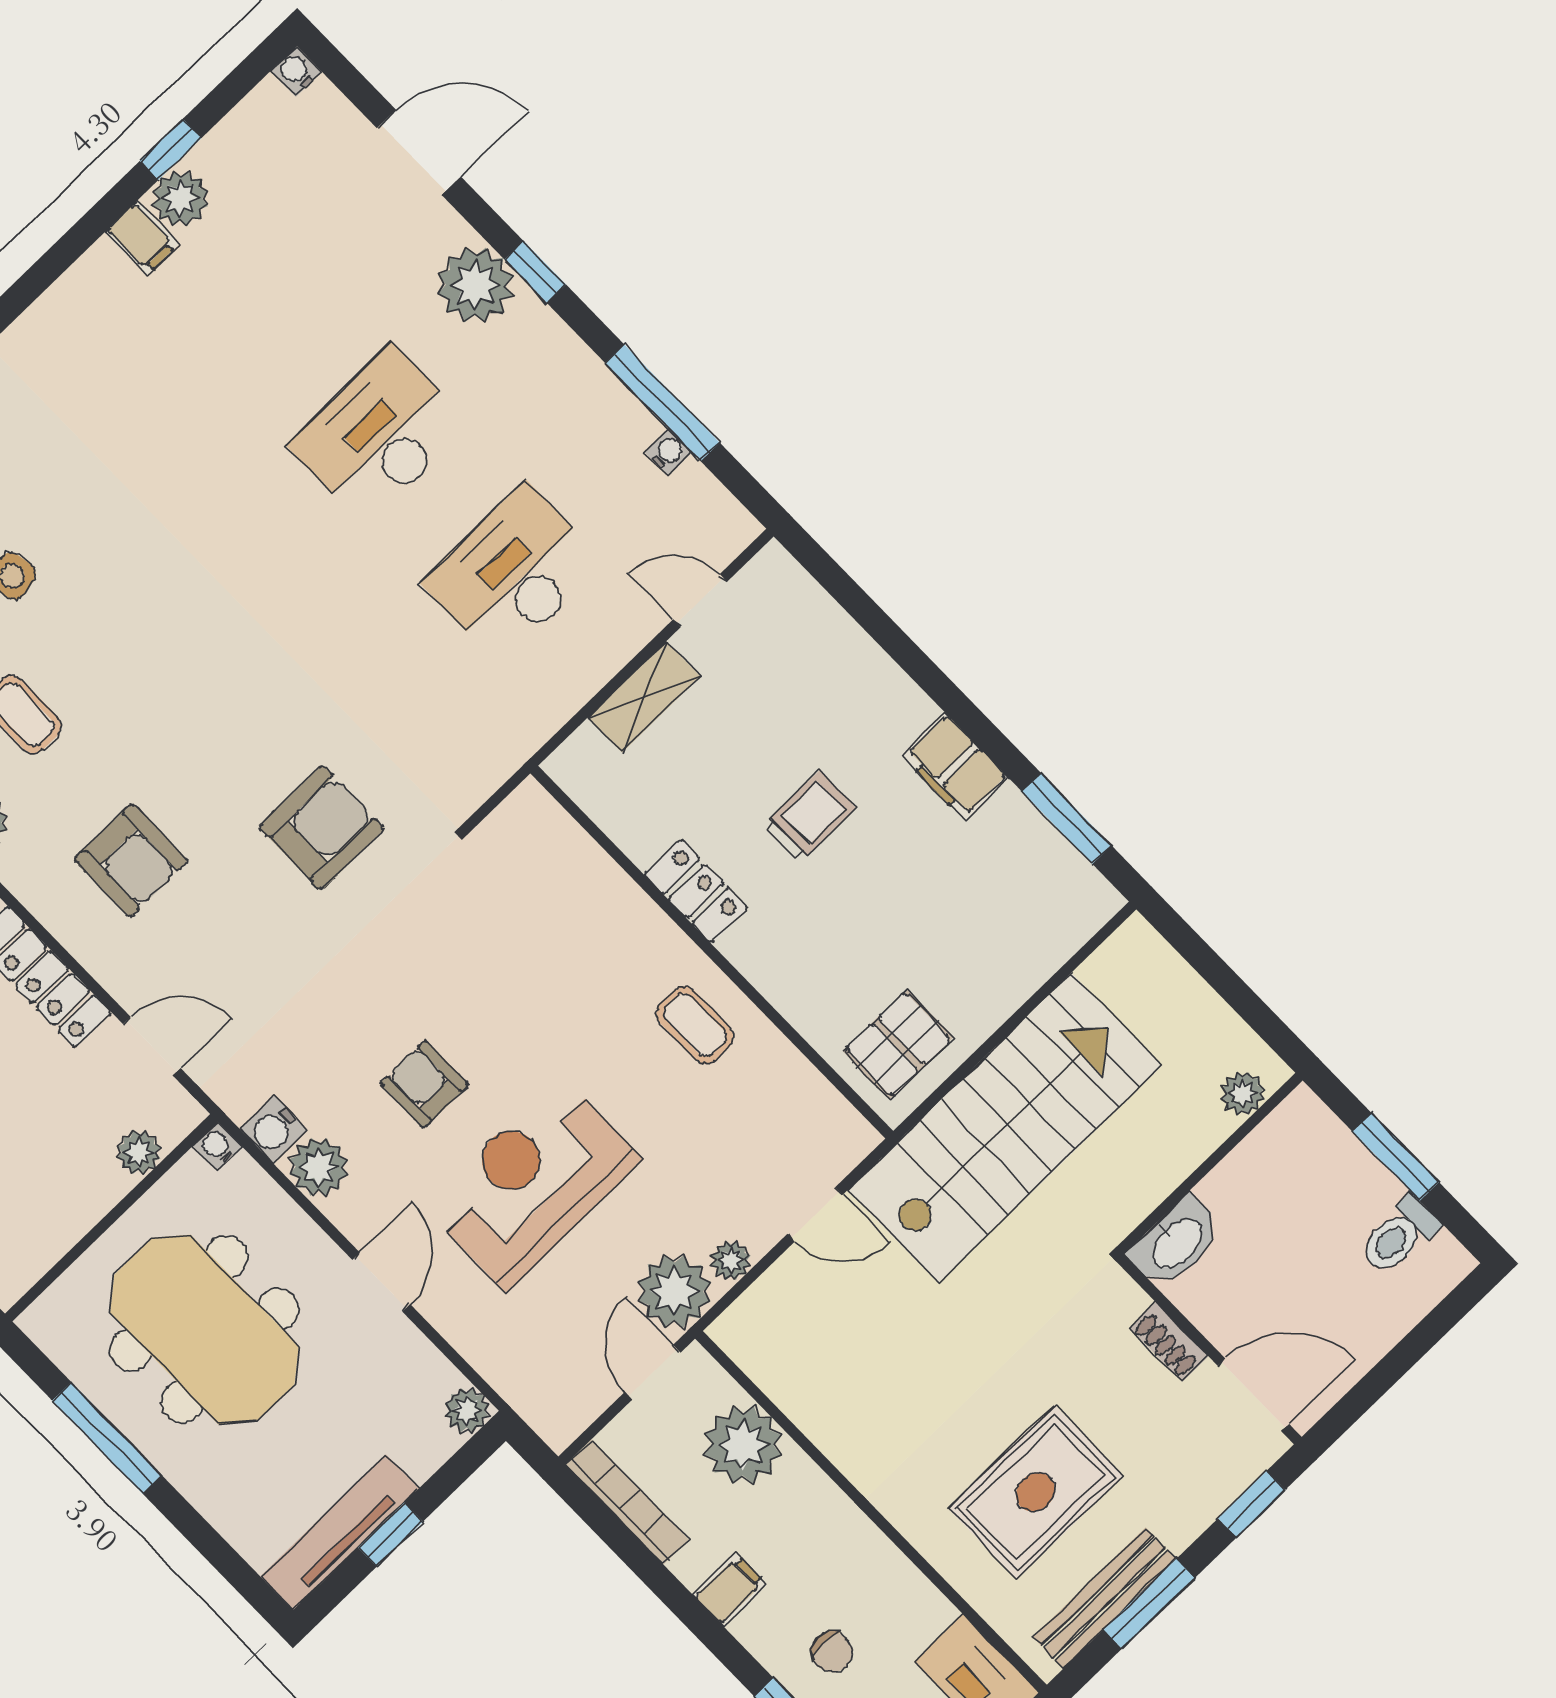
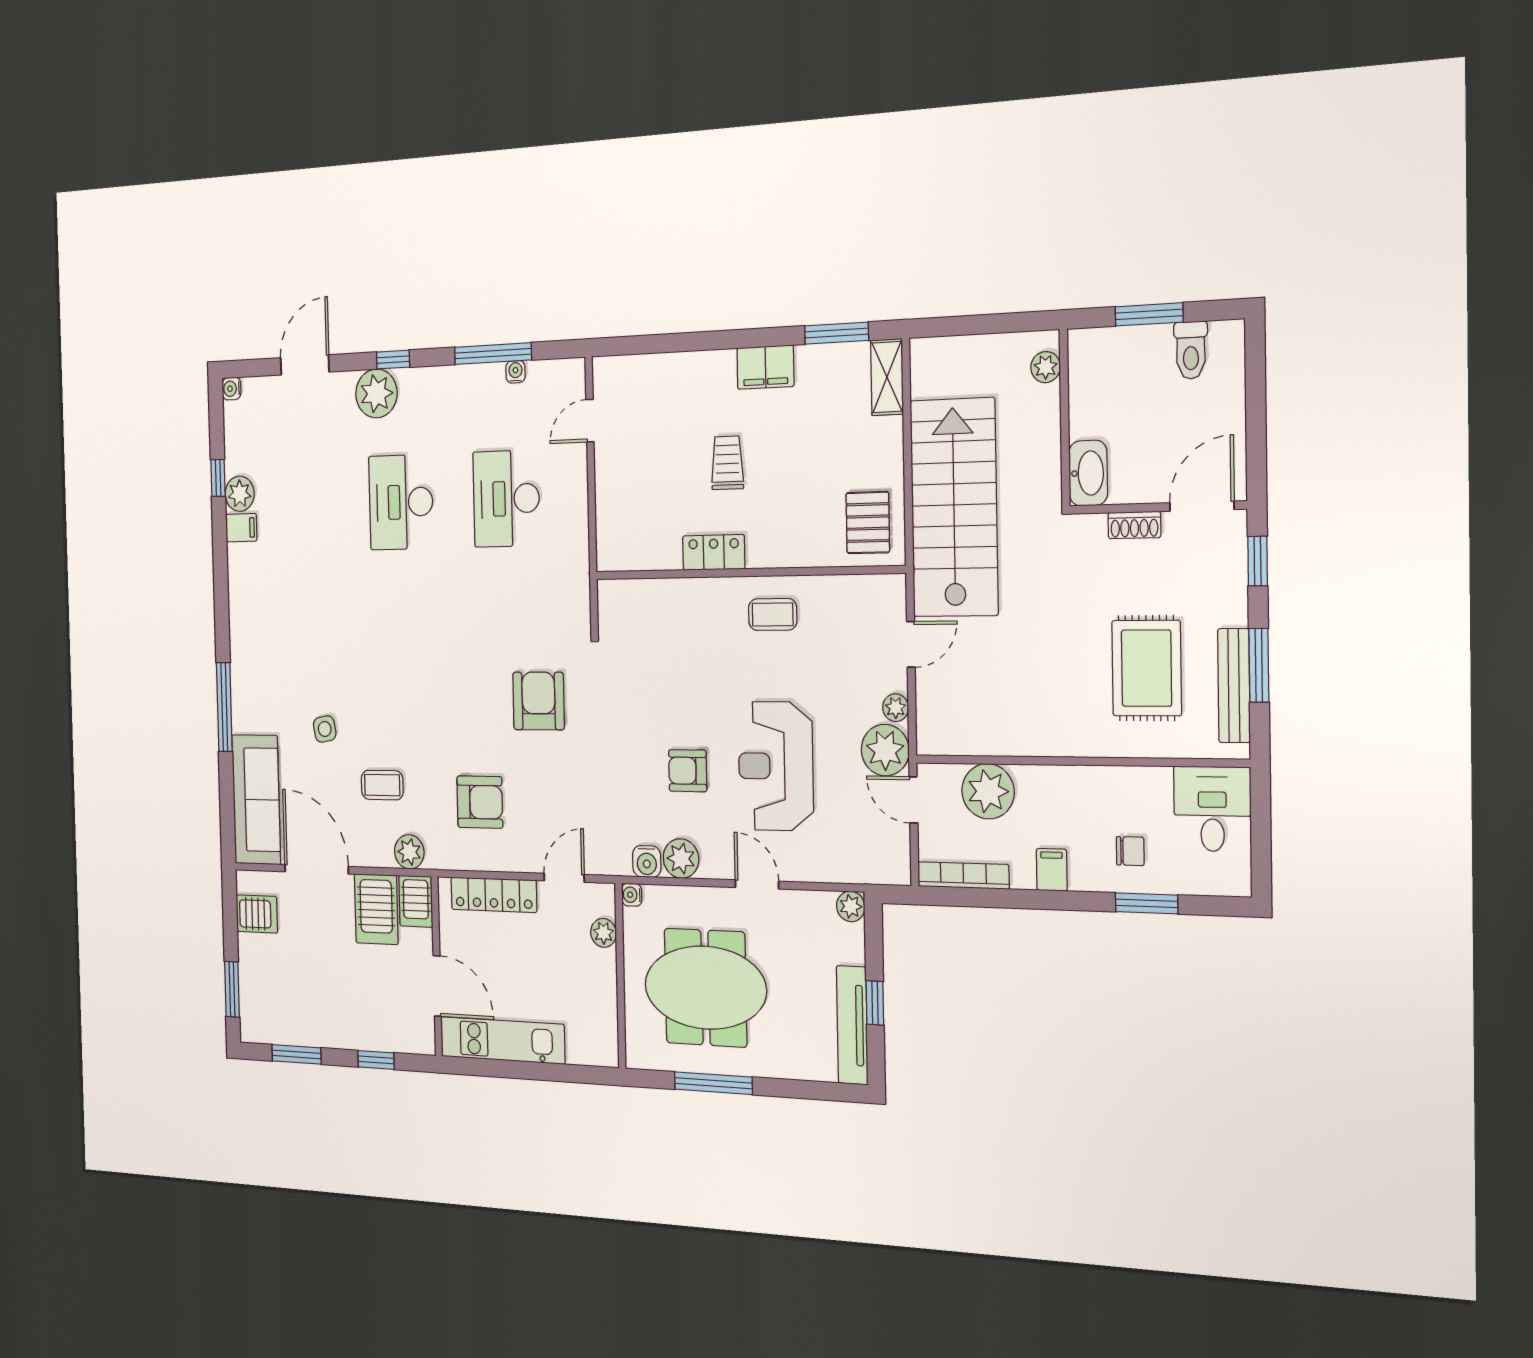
shelving: (644, 697) -> (887, 377), moved

